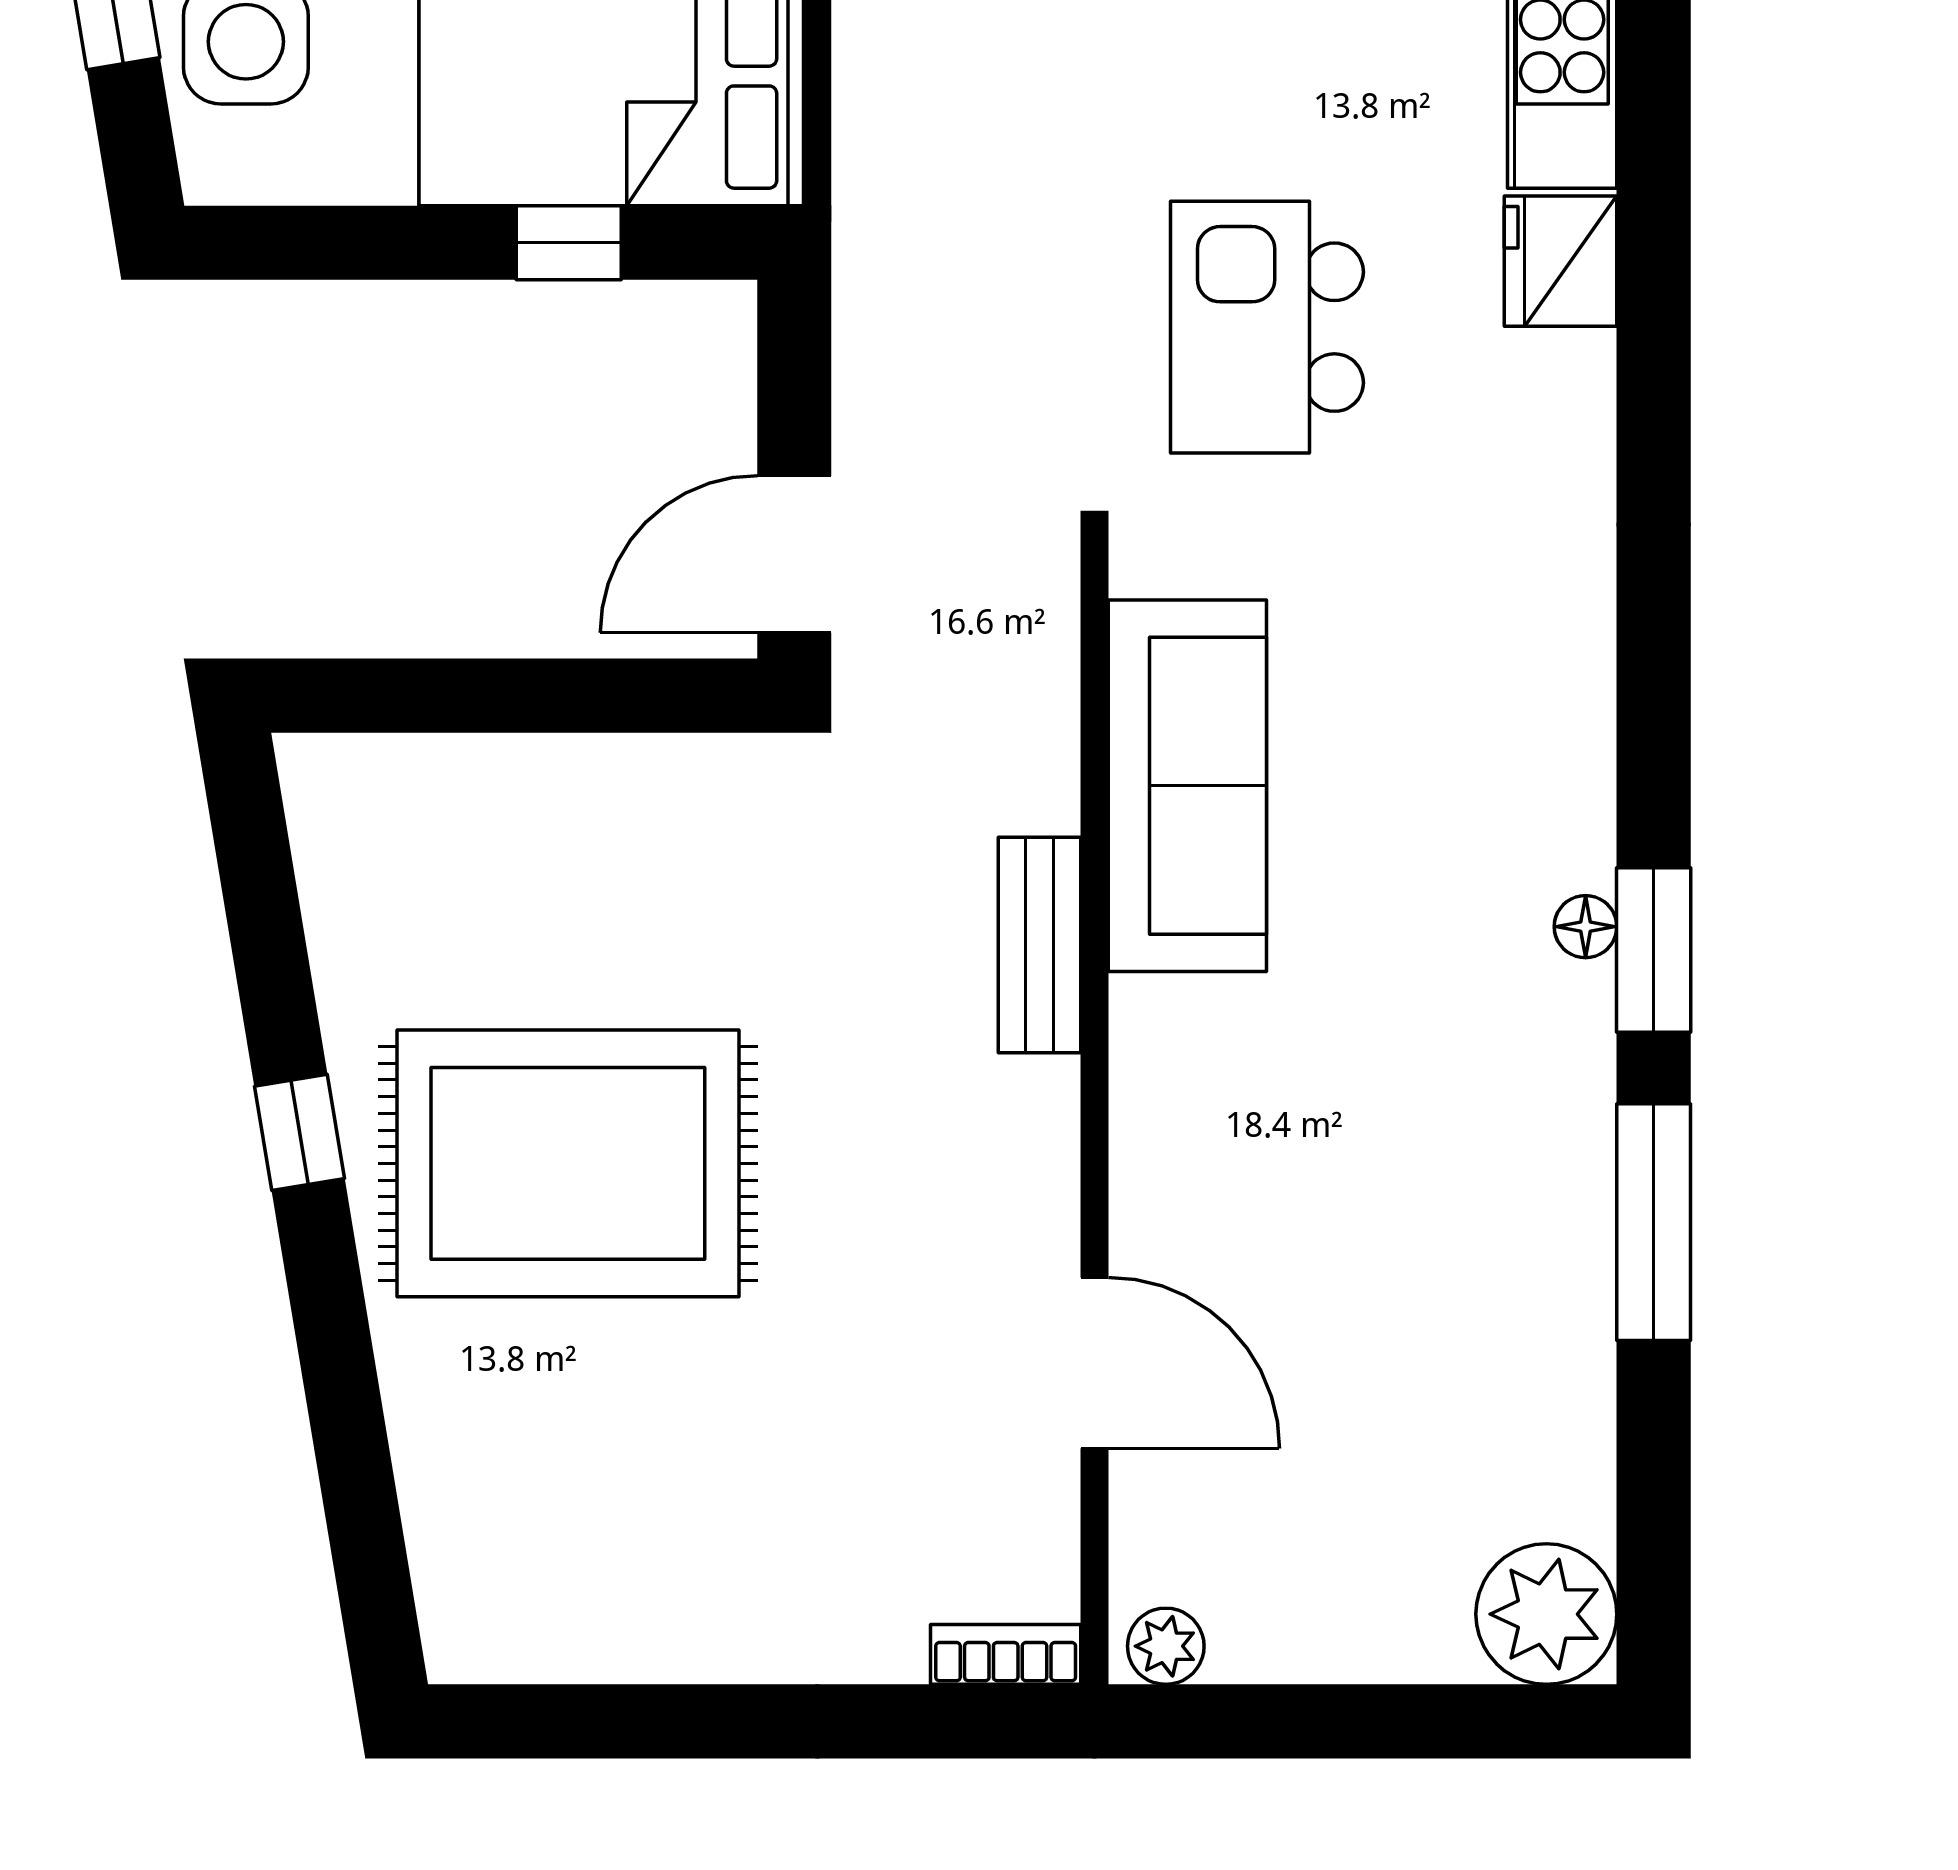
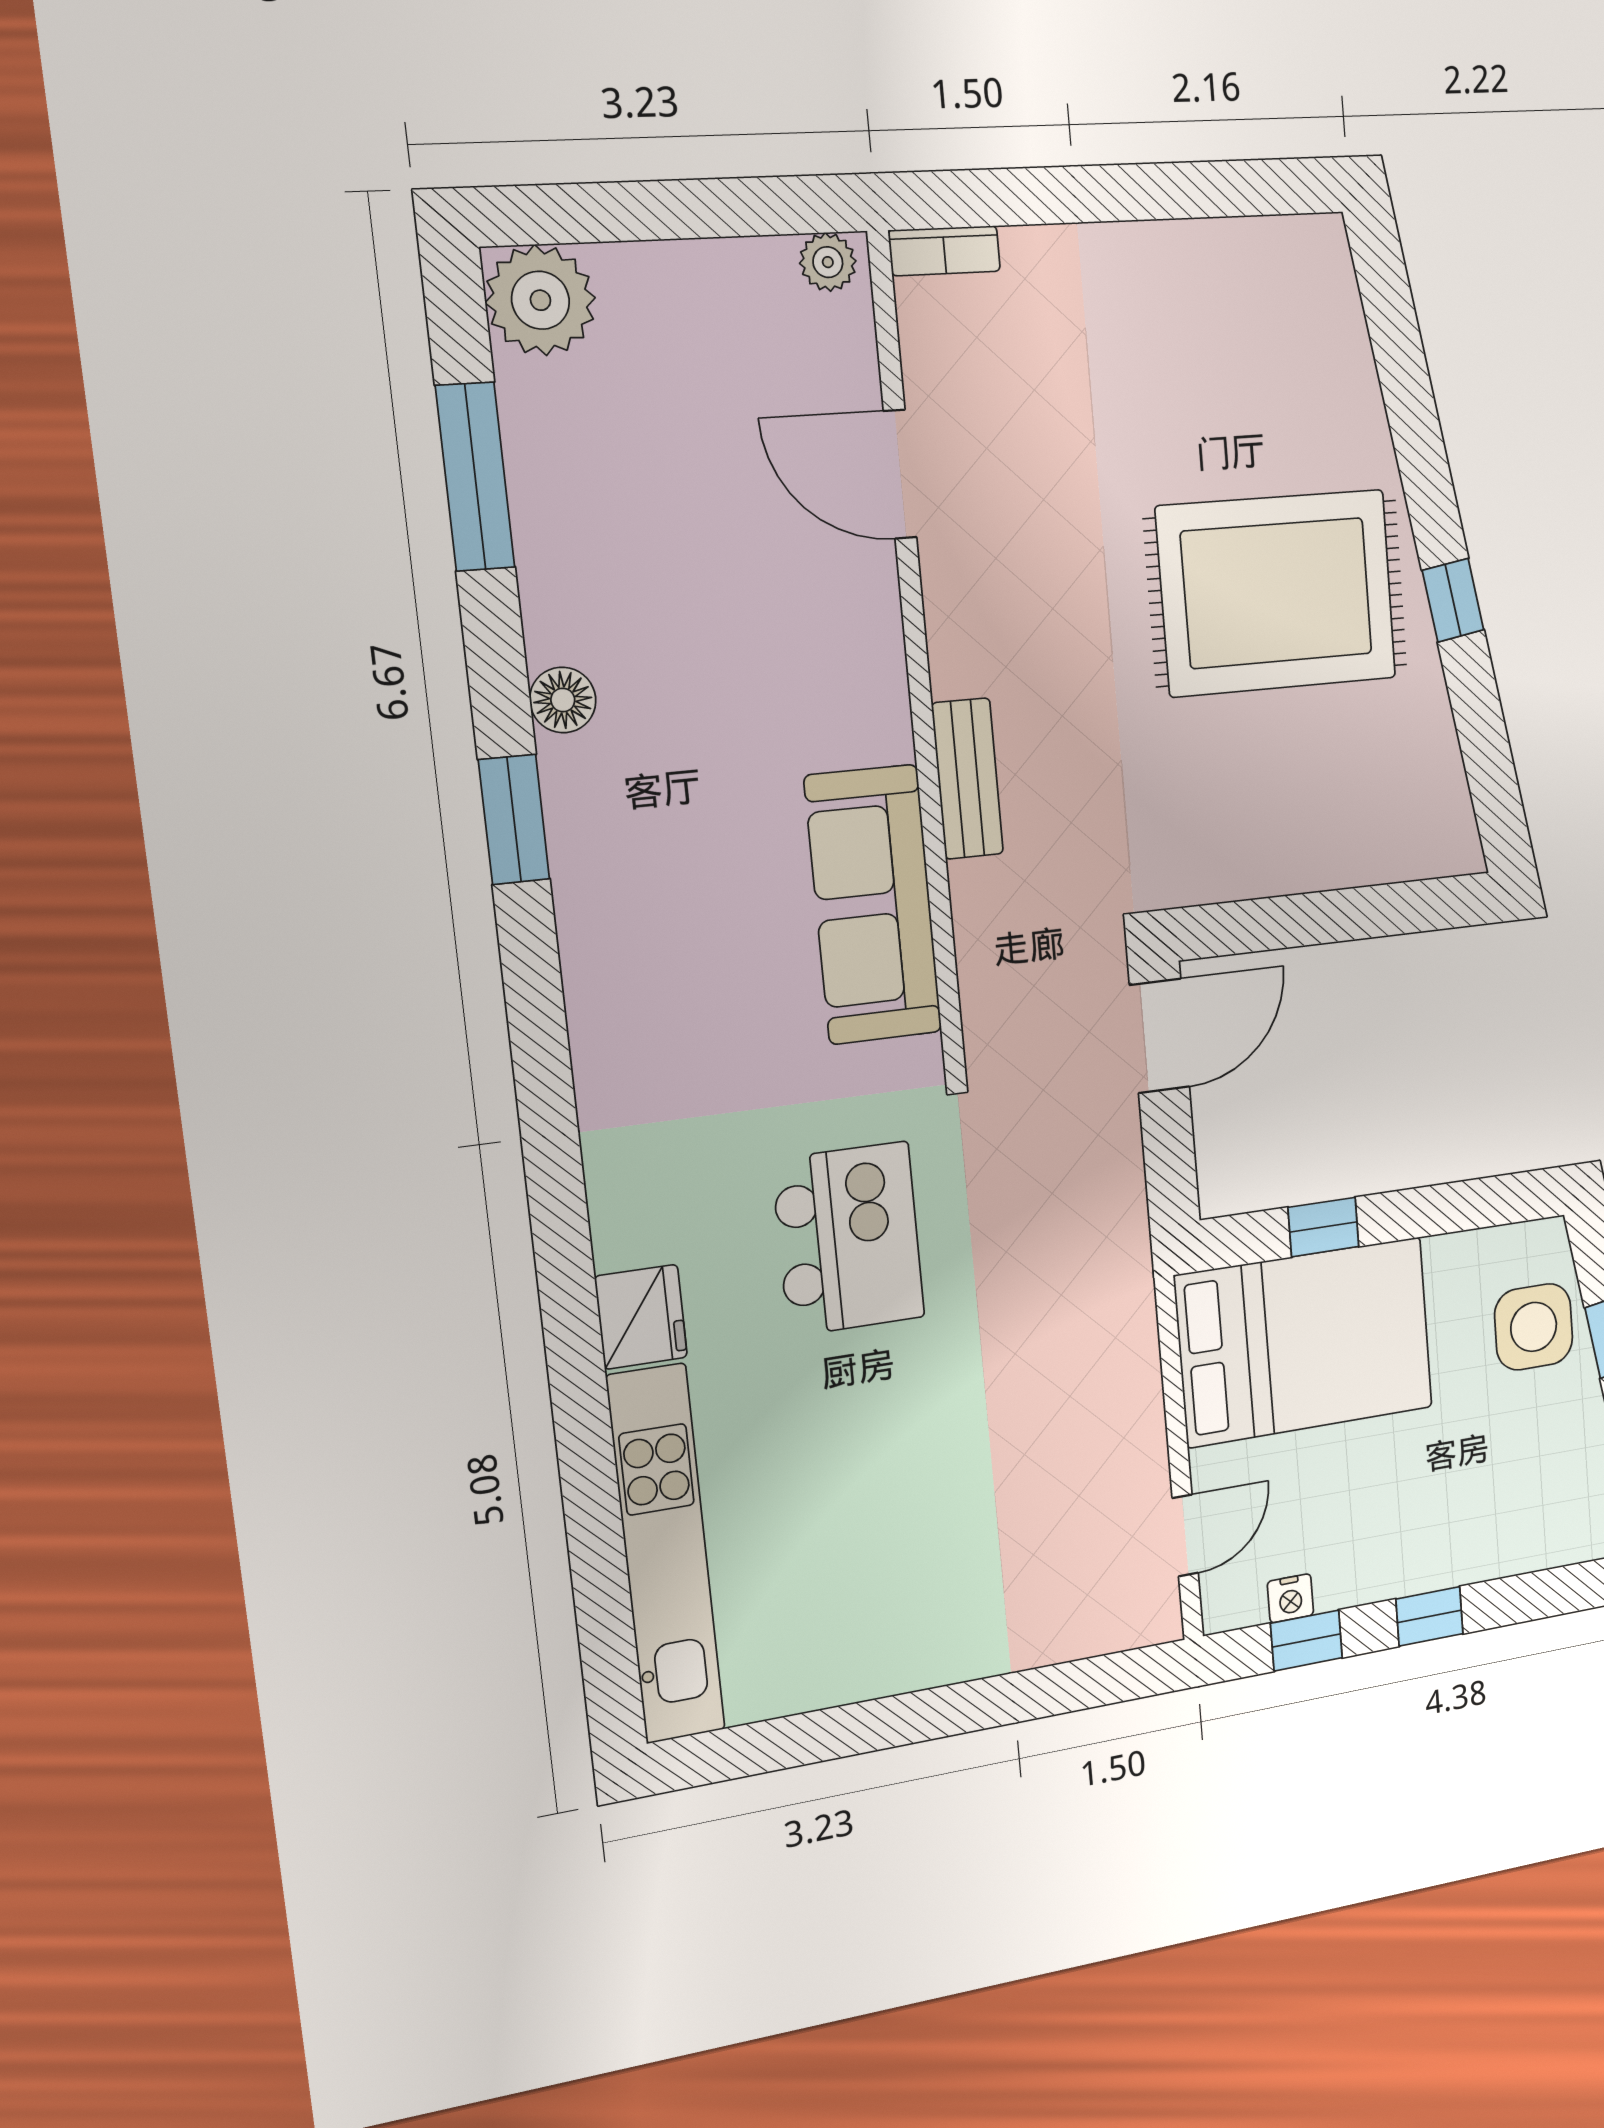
floor lamp: (1586, 927) -> (563, 700), moved, width x1.37, depth x1.37
window: (1654, 1222) -> (475, 477), moved

